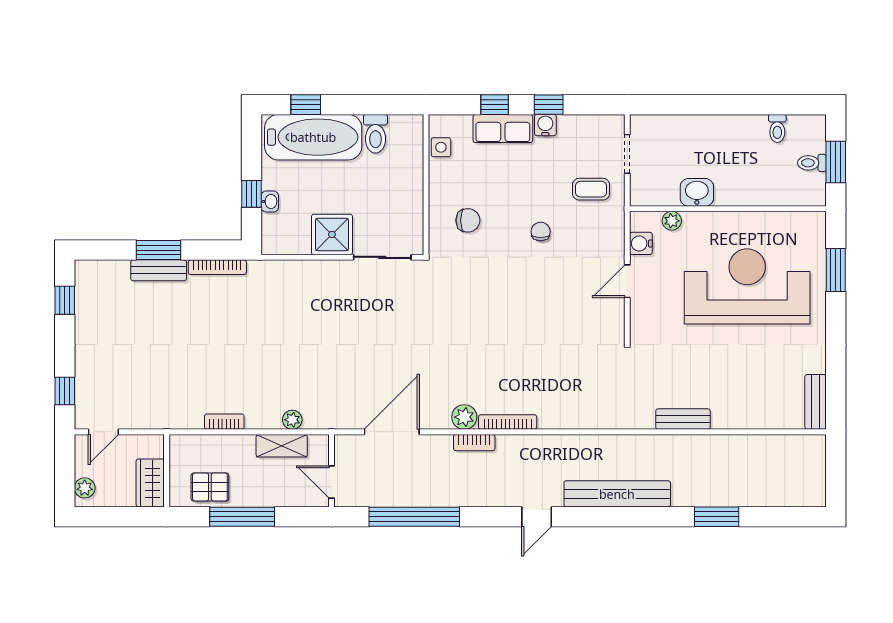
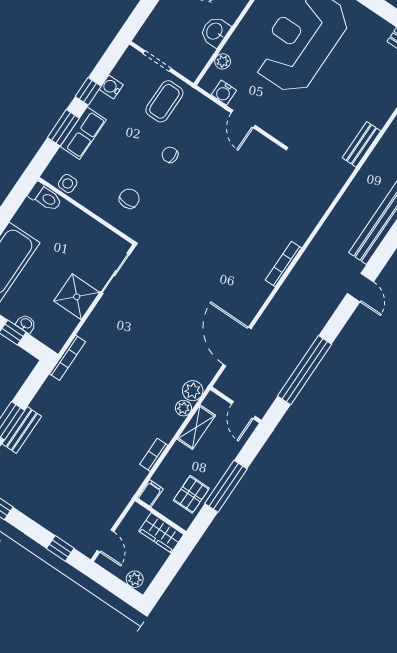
window: (495, 105) -> (63, 128), width x1.50
water cooler: (545, 125) -> (111, 87), moved
toilet: (375, 134) -> (45, 197), moved
coffee table: (591, 189) -> (164, 101), width x1.36, depth x1.30
bookcase: (217, 267) -> (67, 358), moved
plant: (464, 417) -> (193, 391), moved
bookcase: (474, 443) -> (282, 296), removed
filing cabinet: (183, 445) -> (150, 493), added
door: (331, 482) -> (243, 410), hinge flipped

